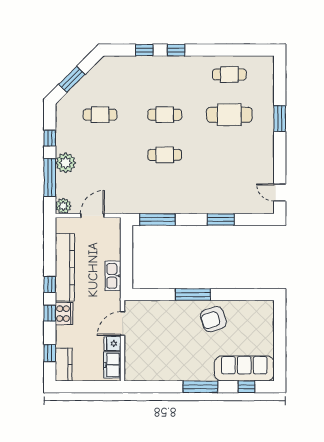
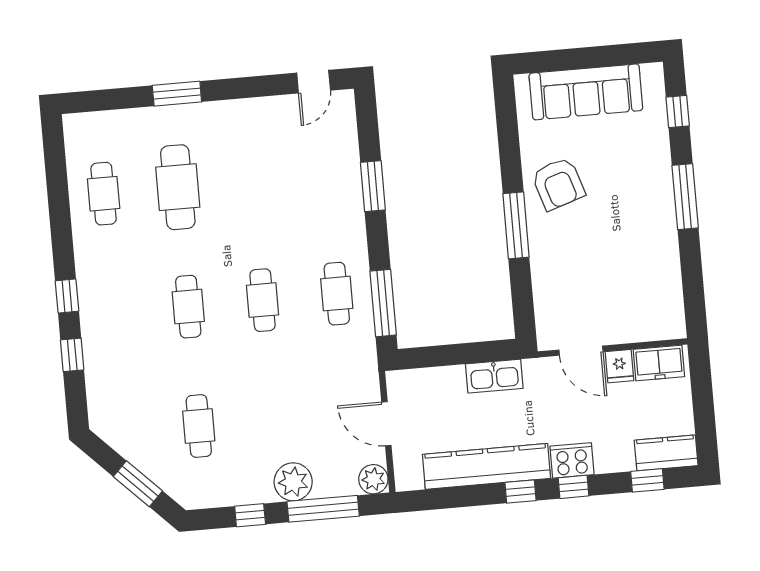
cafe table: (165, 195) -> (337, 294), added
sofa: (244, 368) -> (586, 92), moved, turned -90

